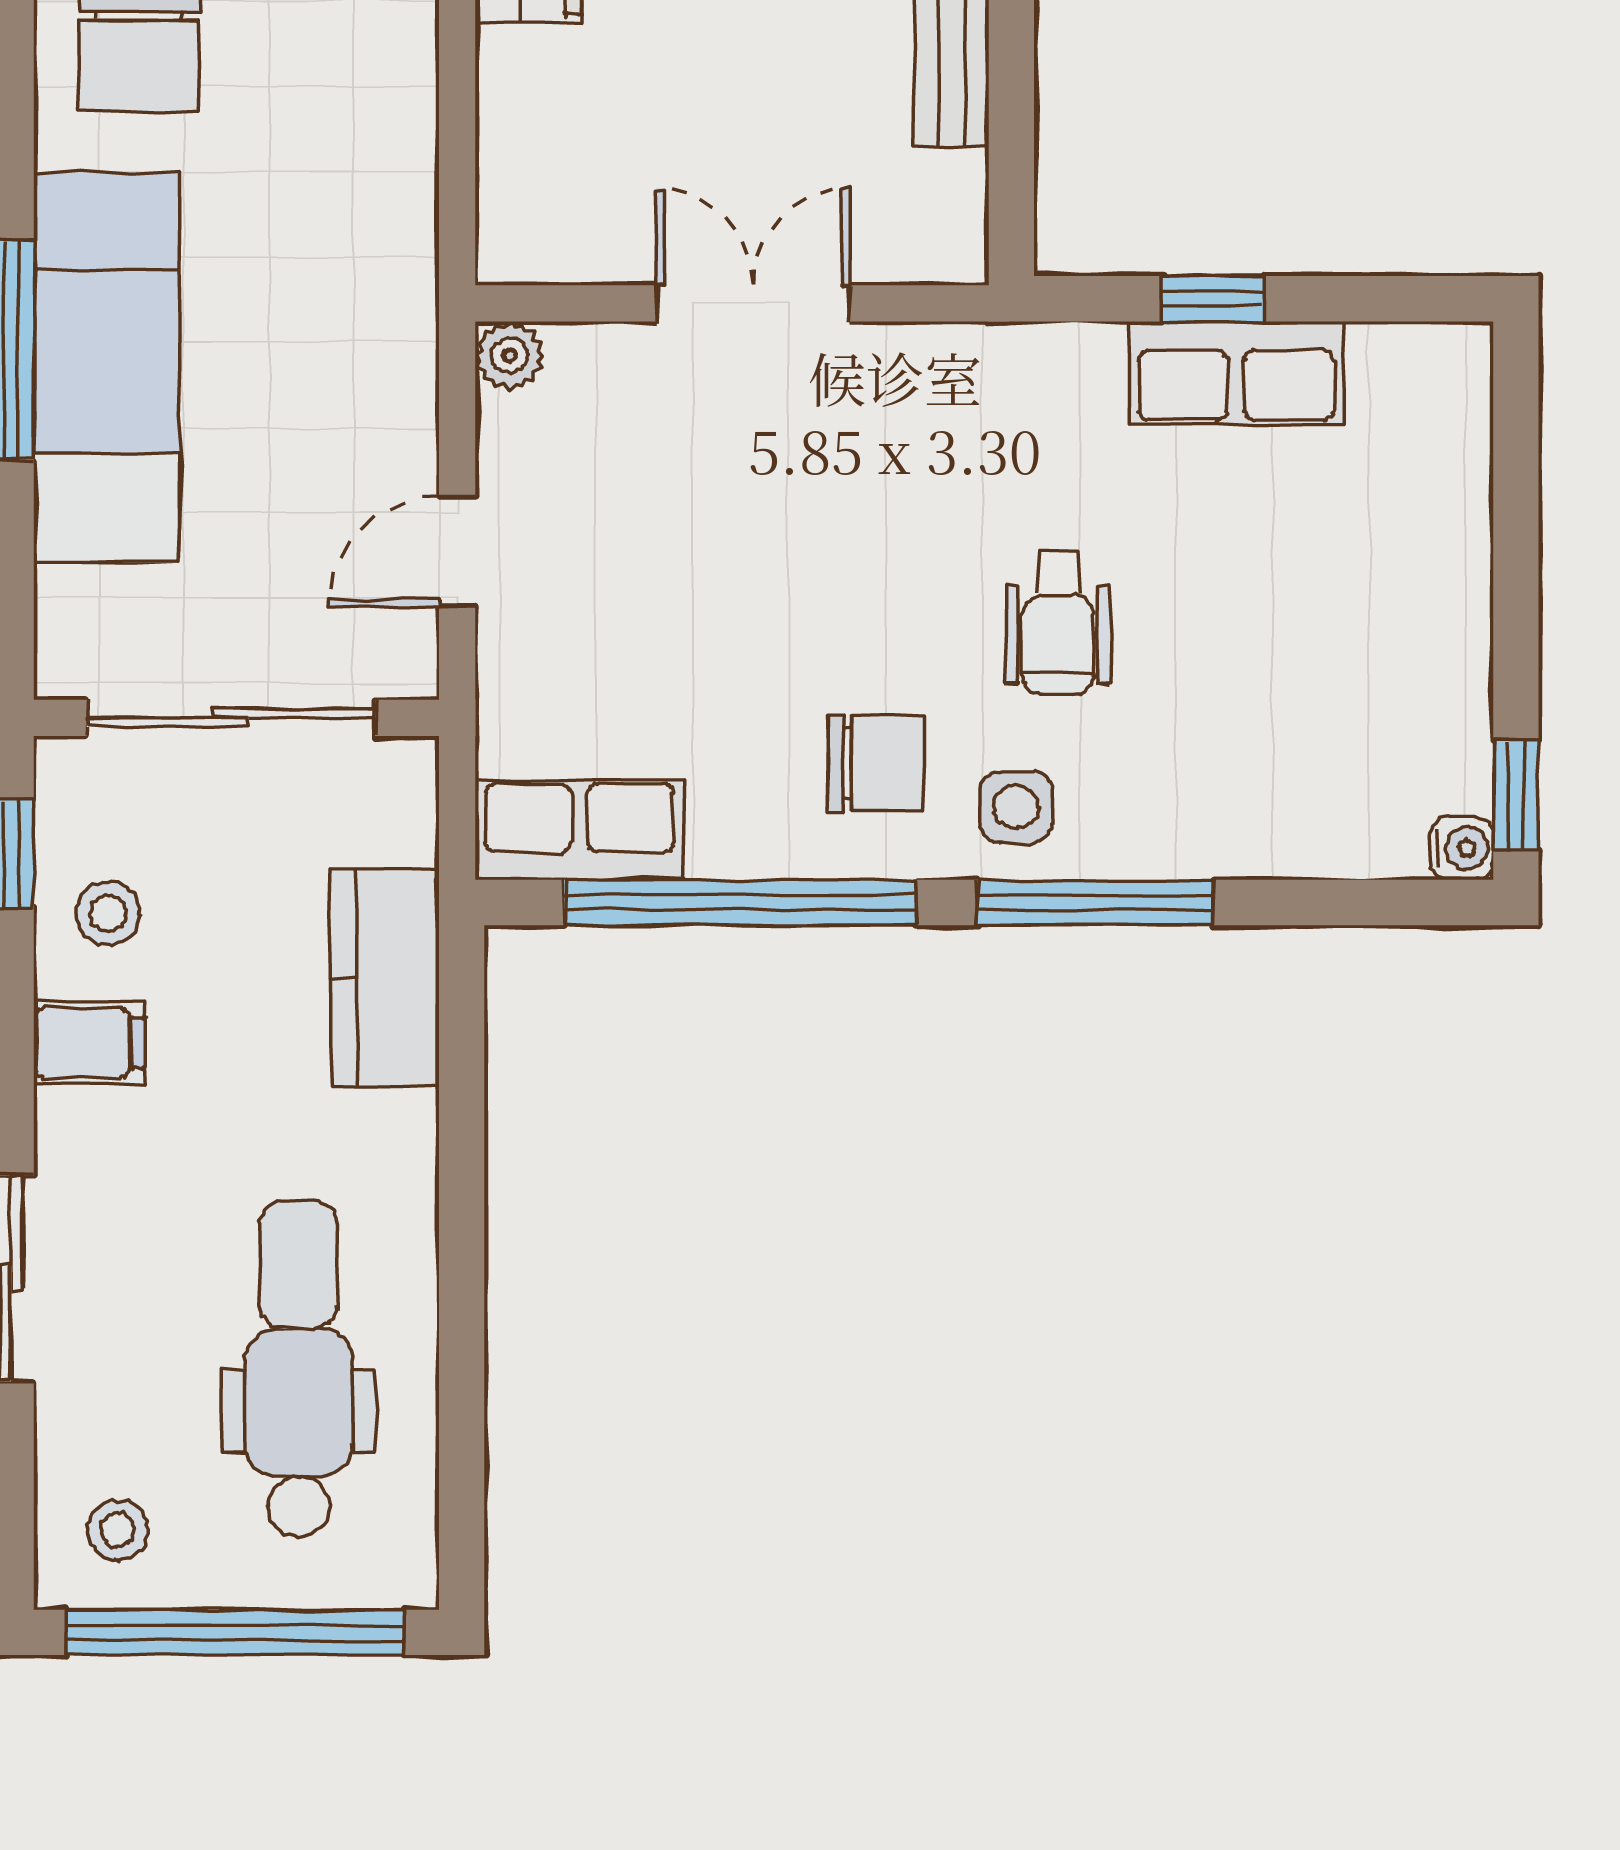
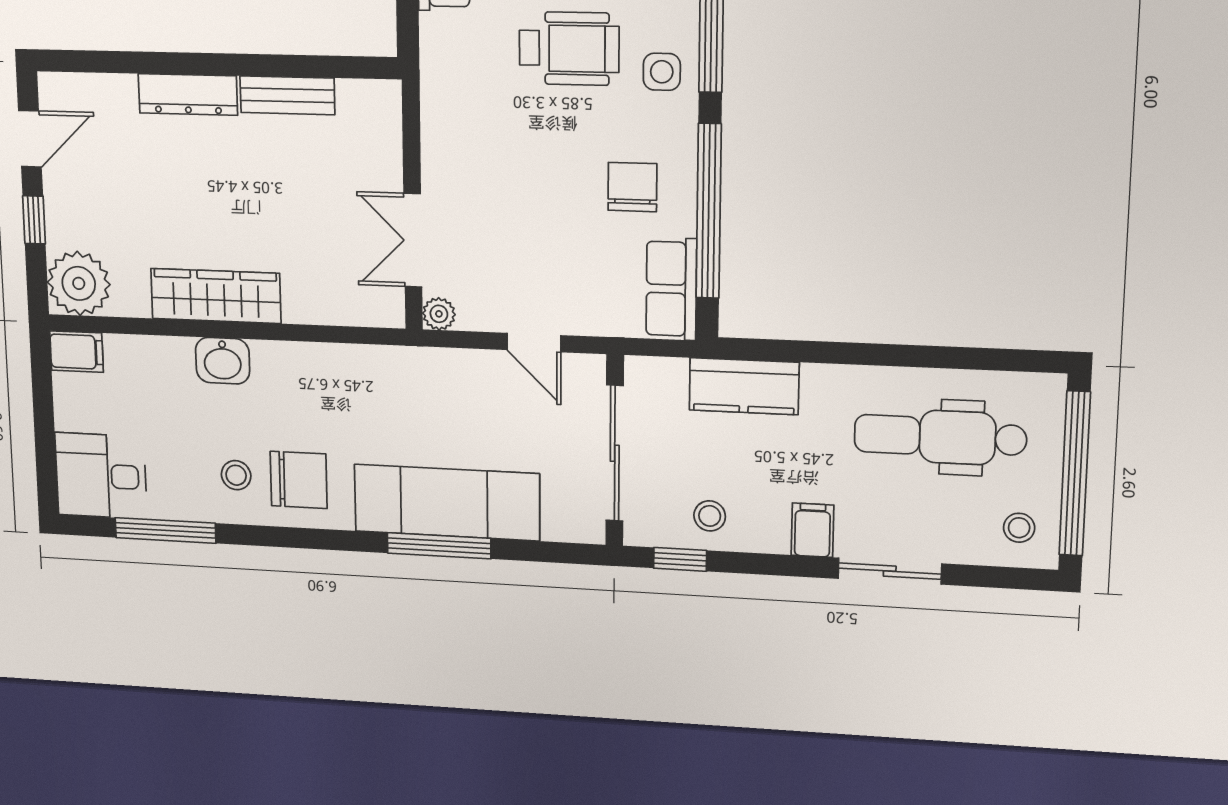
double door: (753, 303) -> (413, 240), moved
wheelchair: (1058, 623) -> (569, 49), width x1.36, depth x1.37
chair: (876, 764) -> (632, 187), moved
filing cabinet: (89, 1043) -> (812, 530), moved

